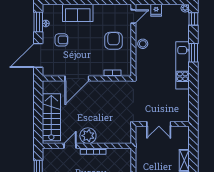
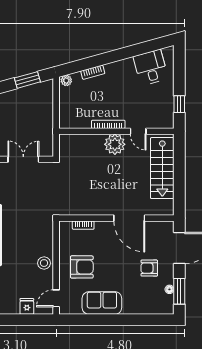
sofa: (78, 13) -> (102, 303), moved
armchair: (114, 41) -> (82, 267), turned -90
door: (77, 79) -> (129, 218), swing flipped
door: (70, 146) -> (138, 131), hinge flipped

